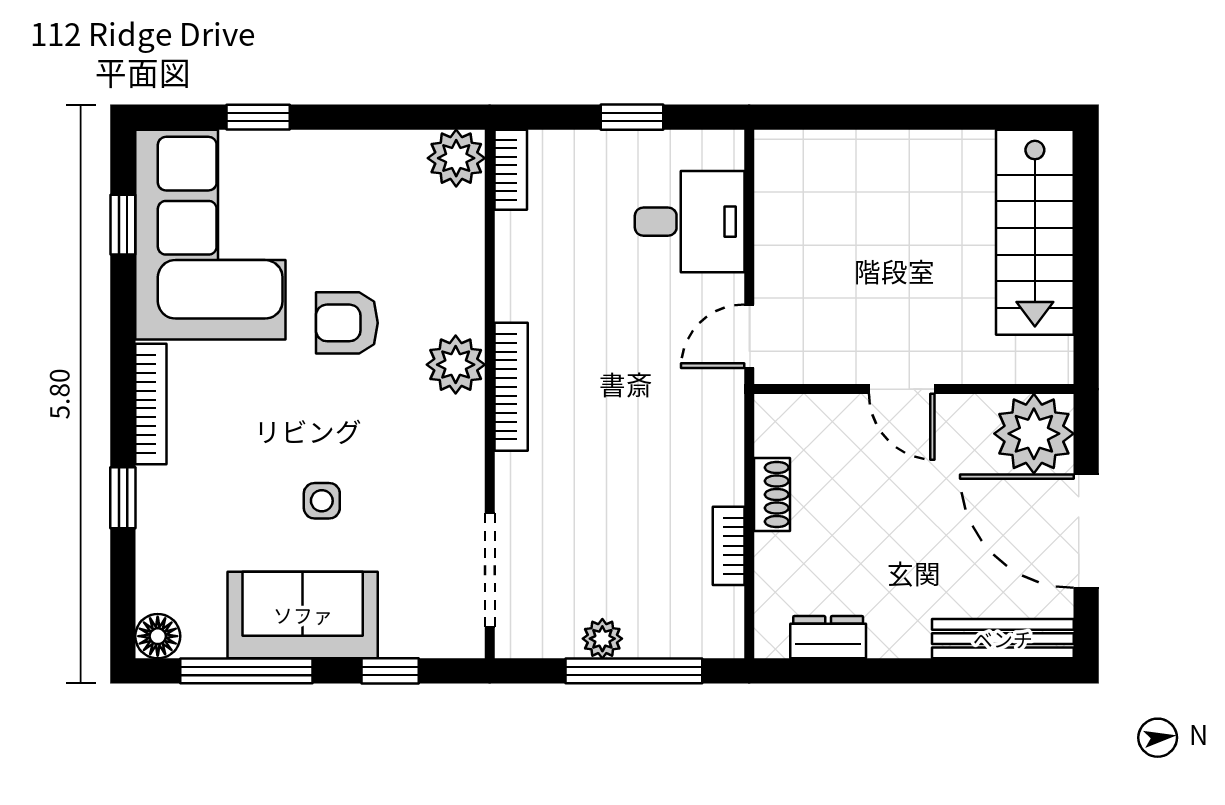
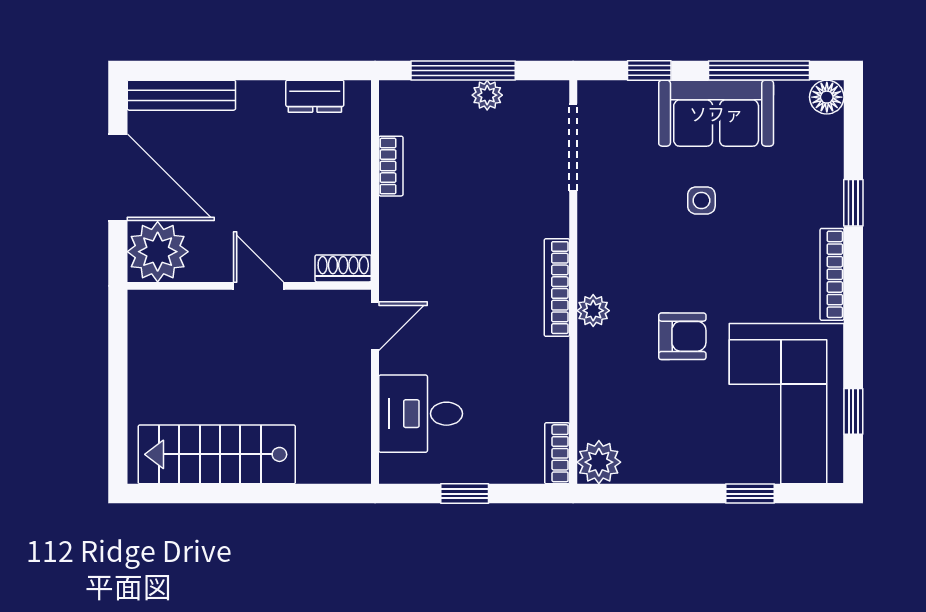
stairs: (1035, 232) -> (217, 454), moved, turned -90
plant: (456, 365) -> (593, 311), width x0.73, depth x0.73
shoe rack: (772, 495) -> (343, 268), moved, turned 90

